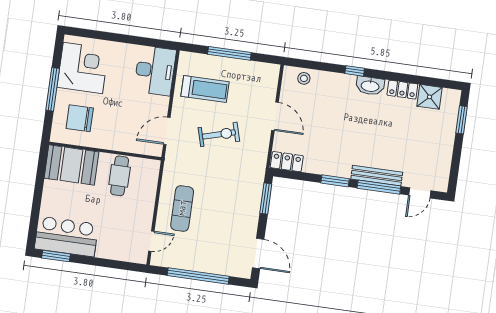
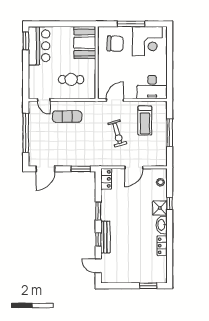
window: (355, 71) -> (170, 203), moved
shower: (430, 97) -> (160, 208), moved
chair: (80, 118) -> (115, 44), turned 92
door: (167, 131) -> (115, 100), hinge flipped
cafe table: (120, 176) -> (71, 79), moved
window: (379, 187) -> (98, 240), width x0.46

